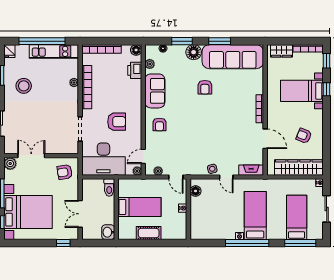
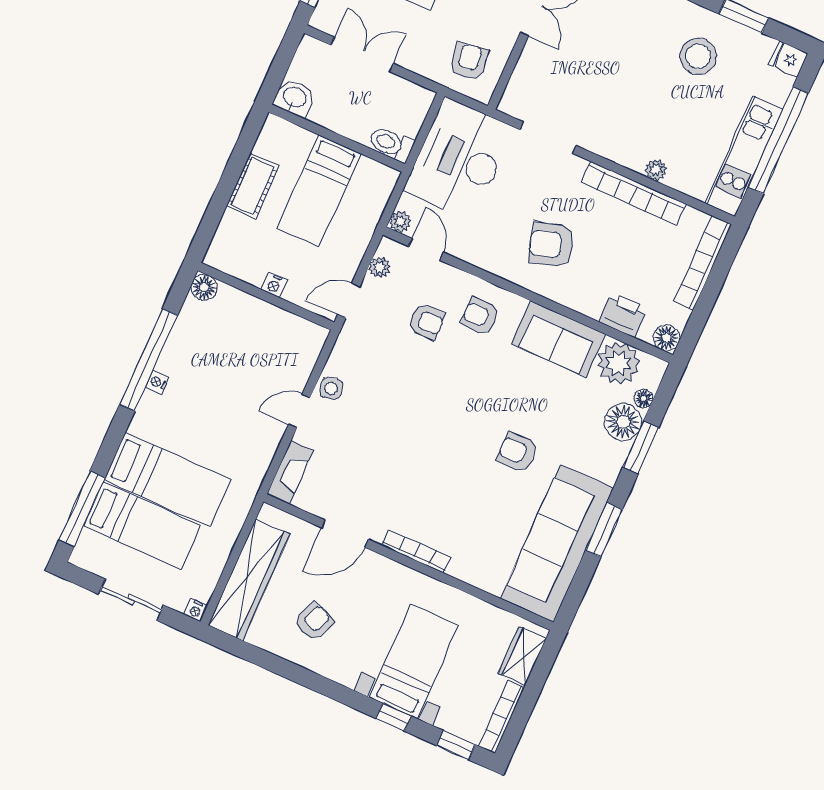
floor lamp: (194, 52) -> (623, 422), moved
plant: (150, 64) -> (618, 363), width x1.88, depth x1.88
armchair: (117, 122) -> (551, 244), moved, turned 73
armchair: (171, 144) -> (426, 321), added
floor lamp: (196, 191) -> (204, 287), moved
bed: (255, 216) -> (167, 480), moved
window: (247, 243) -> (149, 360), moved

